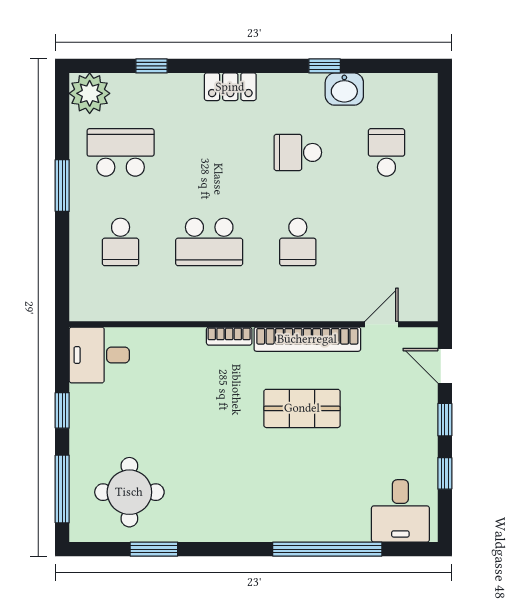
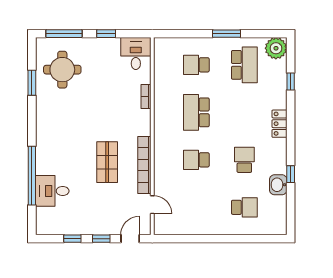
bookcase: (229, 336) -> (146, 97), moved
desk: (400, 511) -> (52, 191), moved

